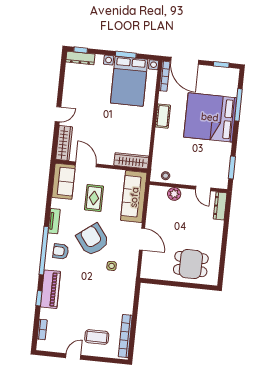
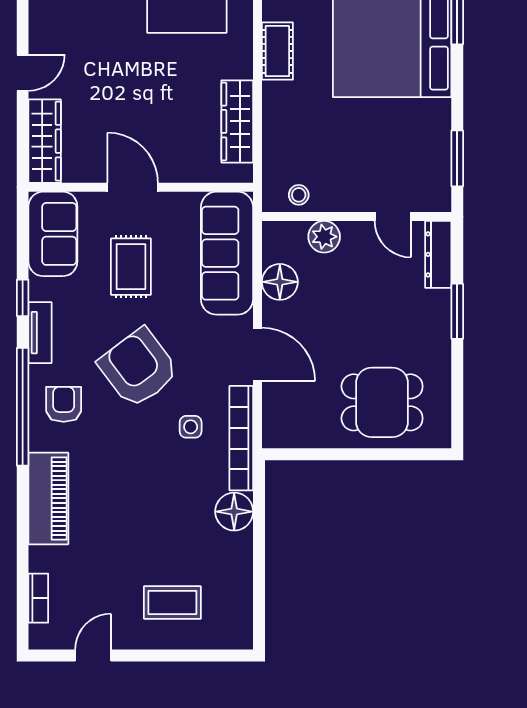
wardrobe: (131, 161) -> (237, 121), moved, turned -90
door: (86, 164) -> (133, 187), moved
floor lamp: (154, 210) -> (280, 282), added
window: (225, 230) -> (457, 311), added
armchair: (61, 251) -> (64, 404), turned 88
window: (39, 298) -> (23, 298), moved
floor lamp: (126, 302) -> (234, 512), added
bookcase: (125, 336) -> (241, 438), moved
door: (73, 356) -> (93, 655), moved

